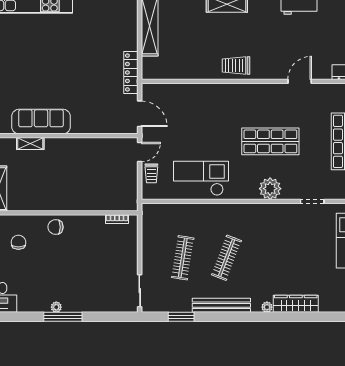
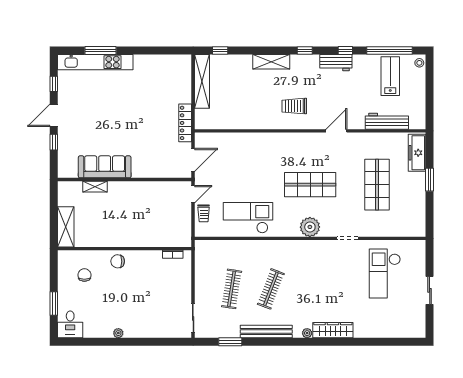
trolley: (236, 66) -> (294, 106), moved
door: (140, 114) -> (193, 160), hinge flipped
window: (63, 317) -> (124, 342), removed

